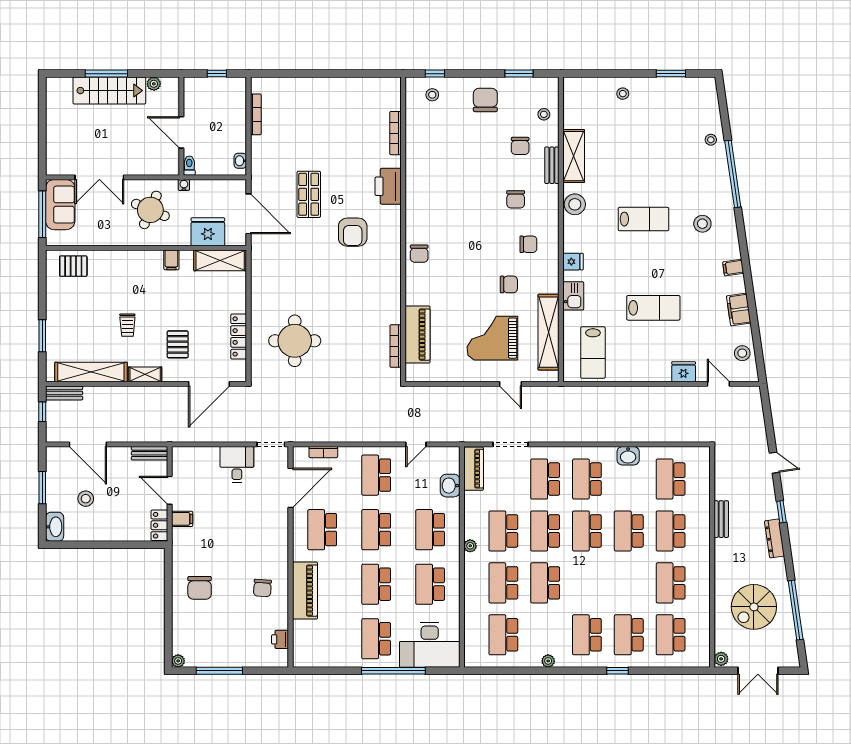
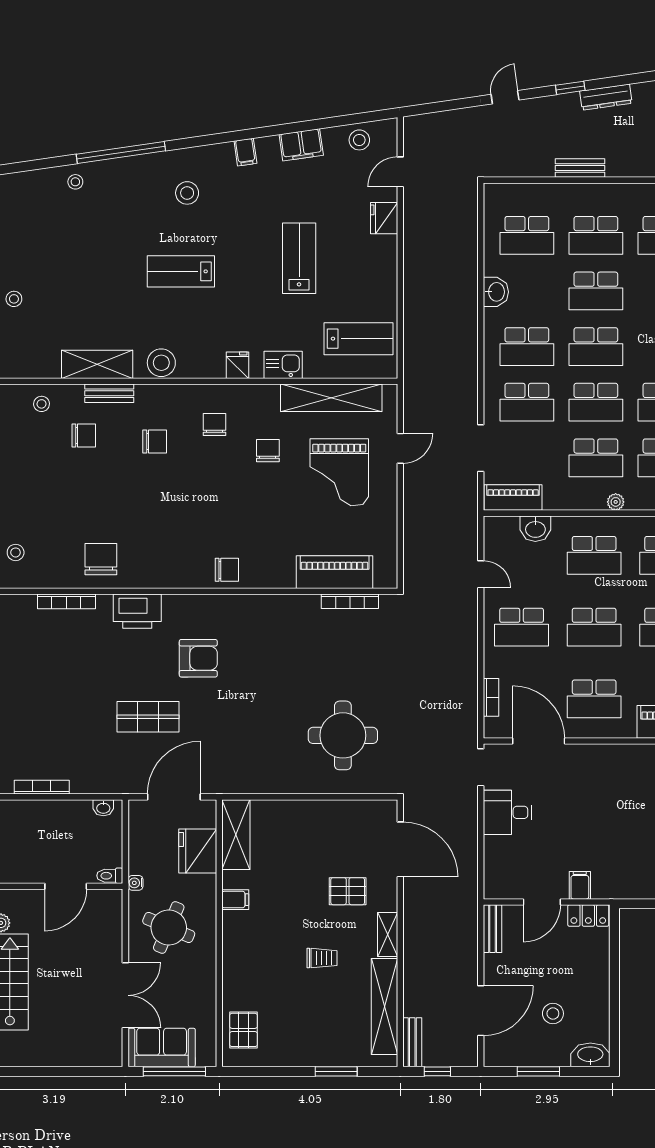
chair: (485, 100) -> (101, 559), moved, turned 90
lab bench: (643, 219) -> (181, 271), turned -90
locker: (239, 336) -> (337, 810), removed

